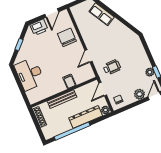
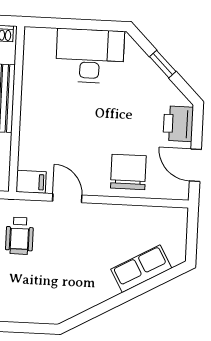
chair: (67, 37) -> (128, 172), turned -90
filing cabinet: (69, 81) -> (31, 182), moved

